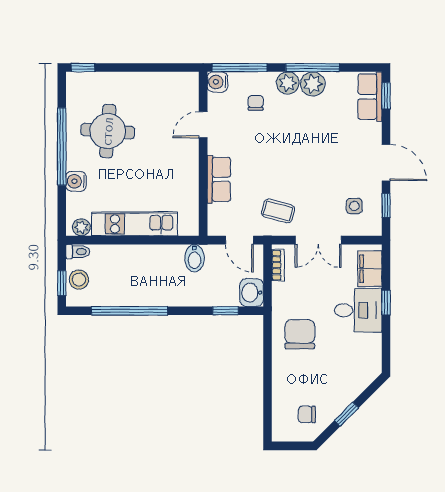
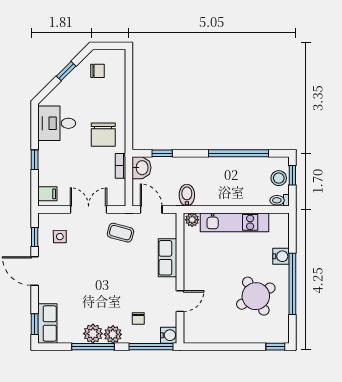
round table: (108, 131) -> (256, 296), turned -34
plant: (81, 227) -> (192, 220), moved
bookcase: (278, 265) -> (120, 166), moved
filing cabinet: (370, 269) -> (47, 194), width x0.50
desk: (358, 310) -> (57, 123), moved

